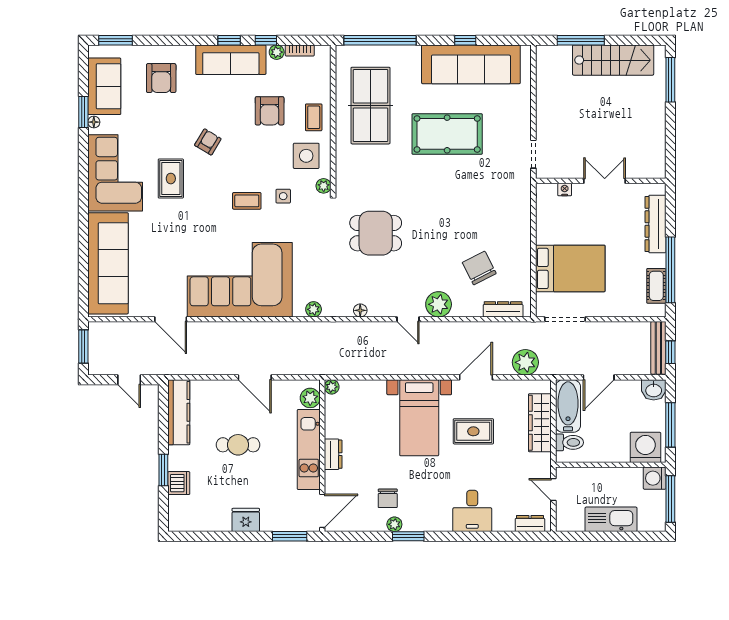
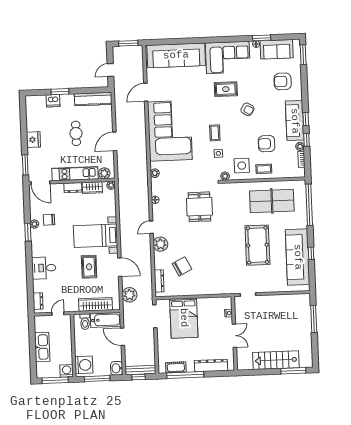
stairs: (613, 60) -> (276, 360), moved, turned 90
wardrobe: (334, 420) -> (92, 188), added

